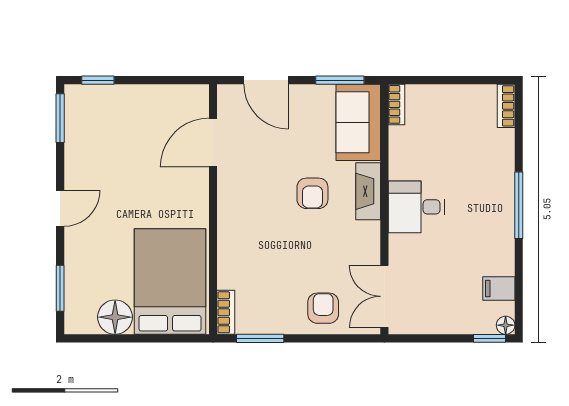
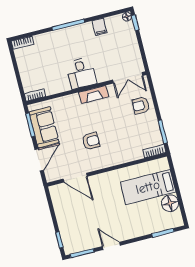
sofa: (358, 122) -> (44, 127), moved, turned -90
fireplace: (368, 191) -> (94, 95), moved
armchair: (312, 193) -> (91, 141), moved
door: (60, 208) -> (111, 246), moved
bed: (170, 282) -> (148, 187), width x0.67
filing cabinet: (499, 289) -> (100, 27), moved

